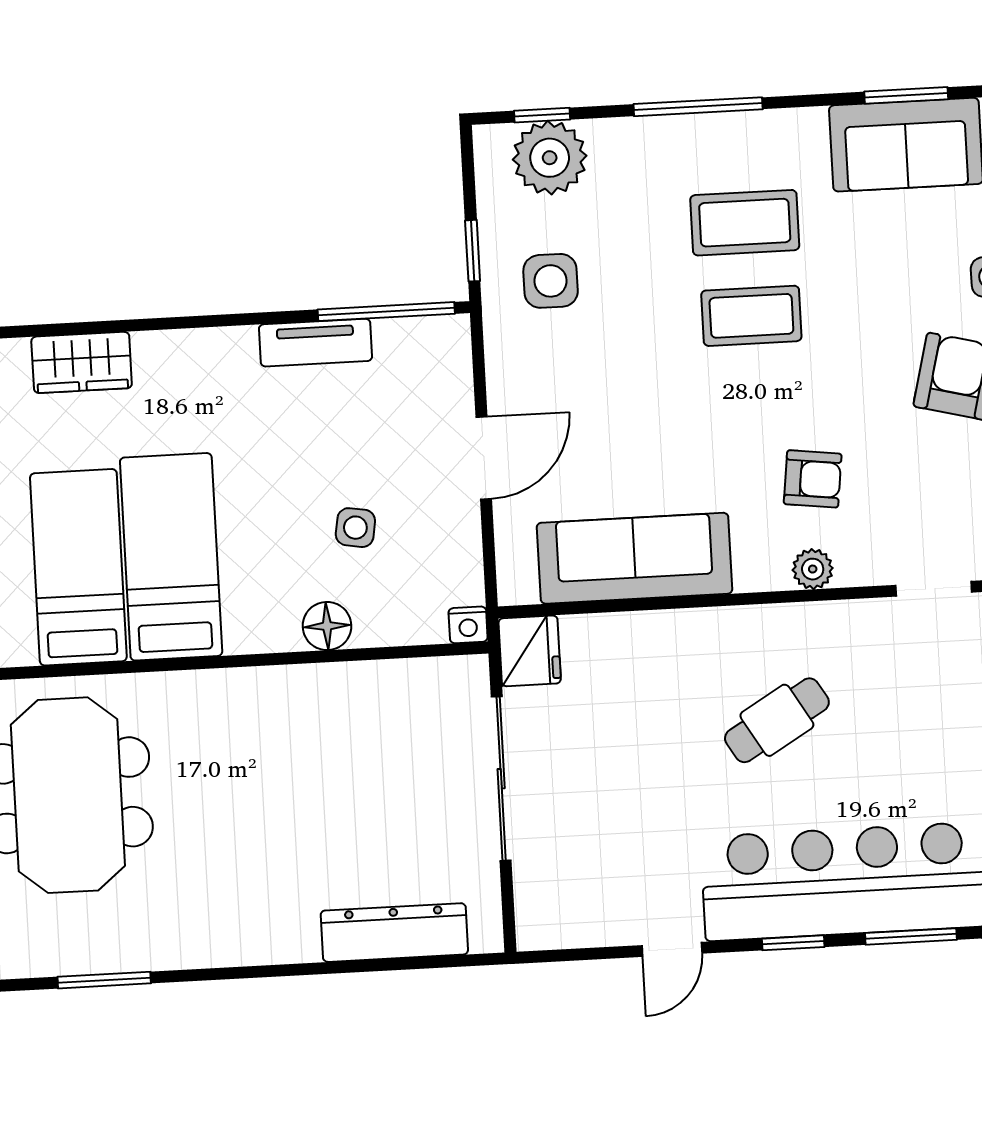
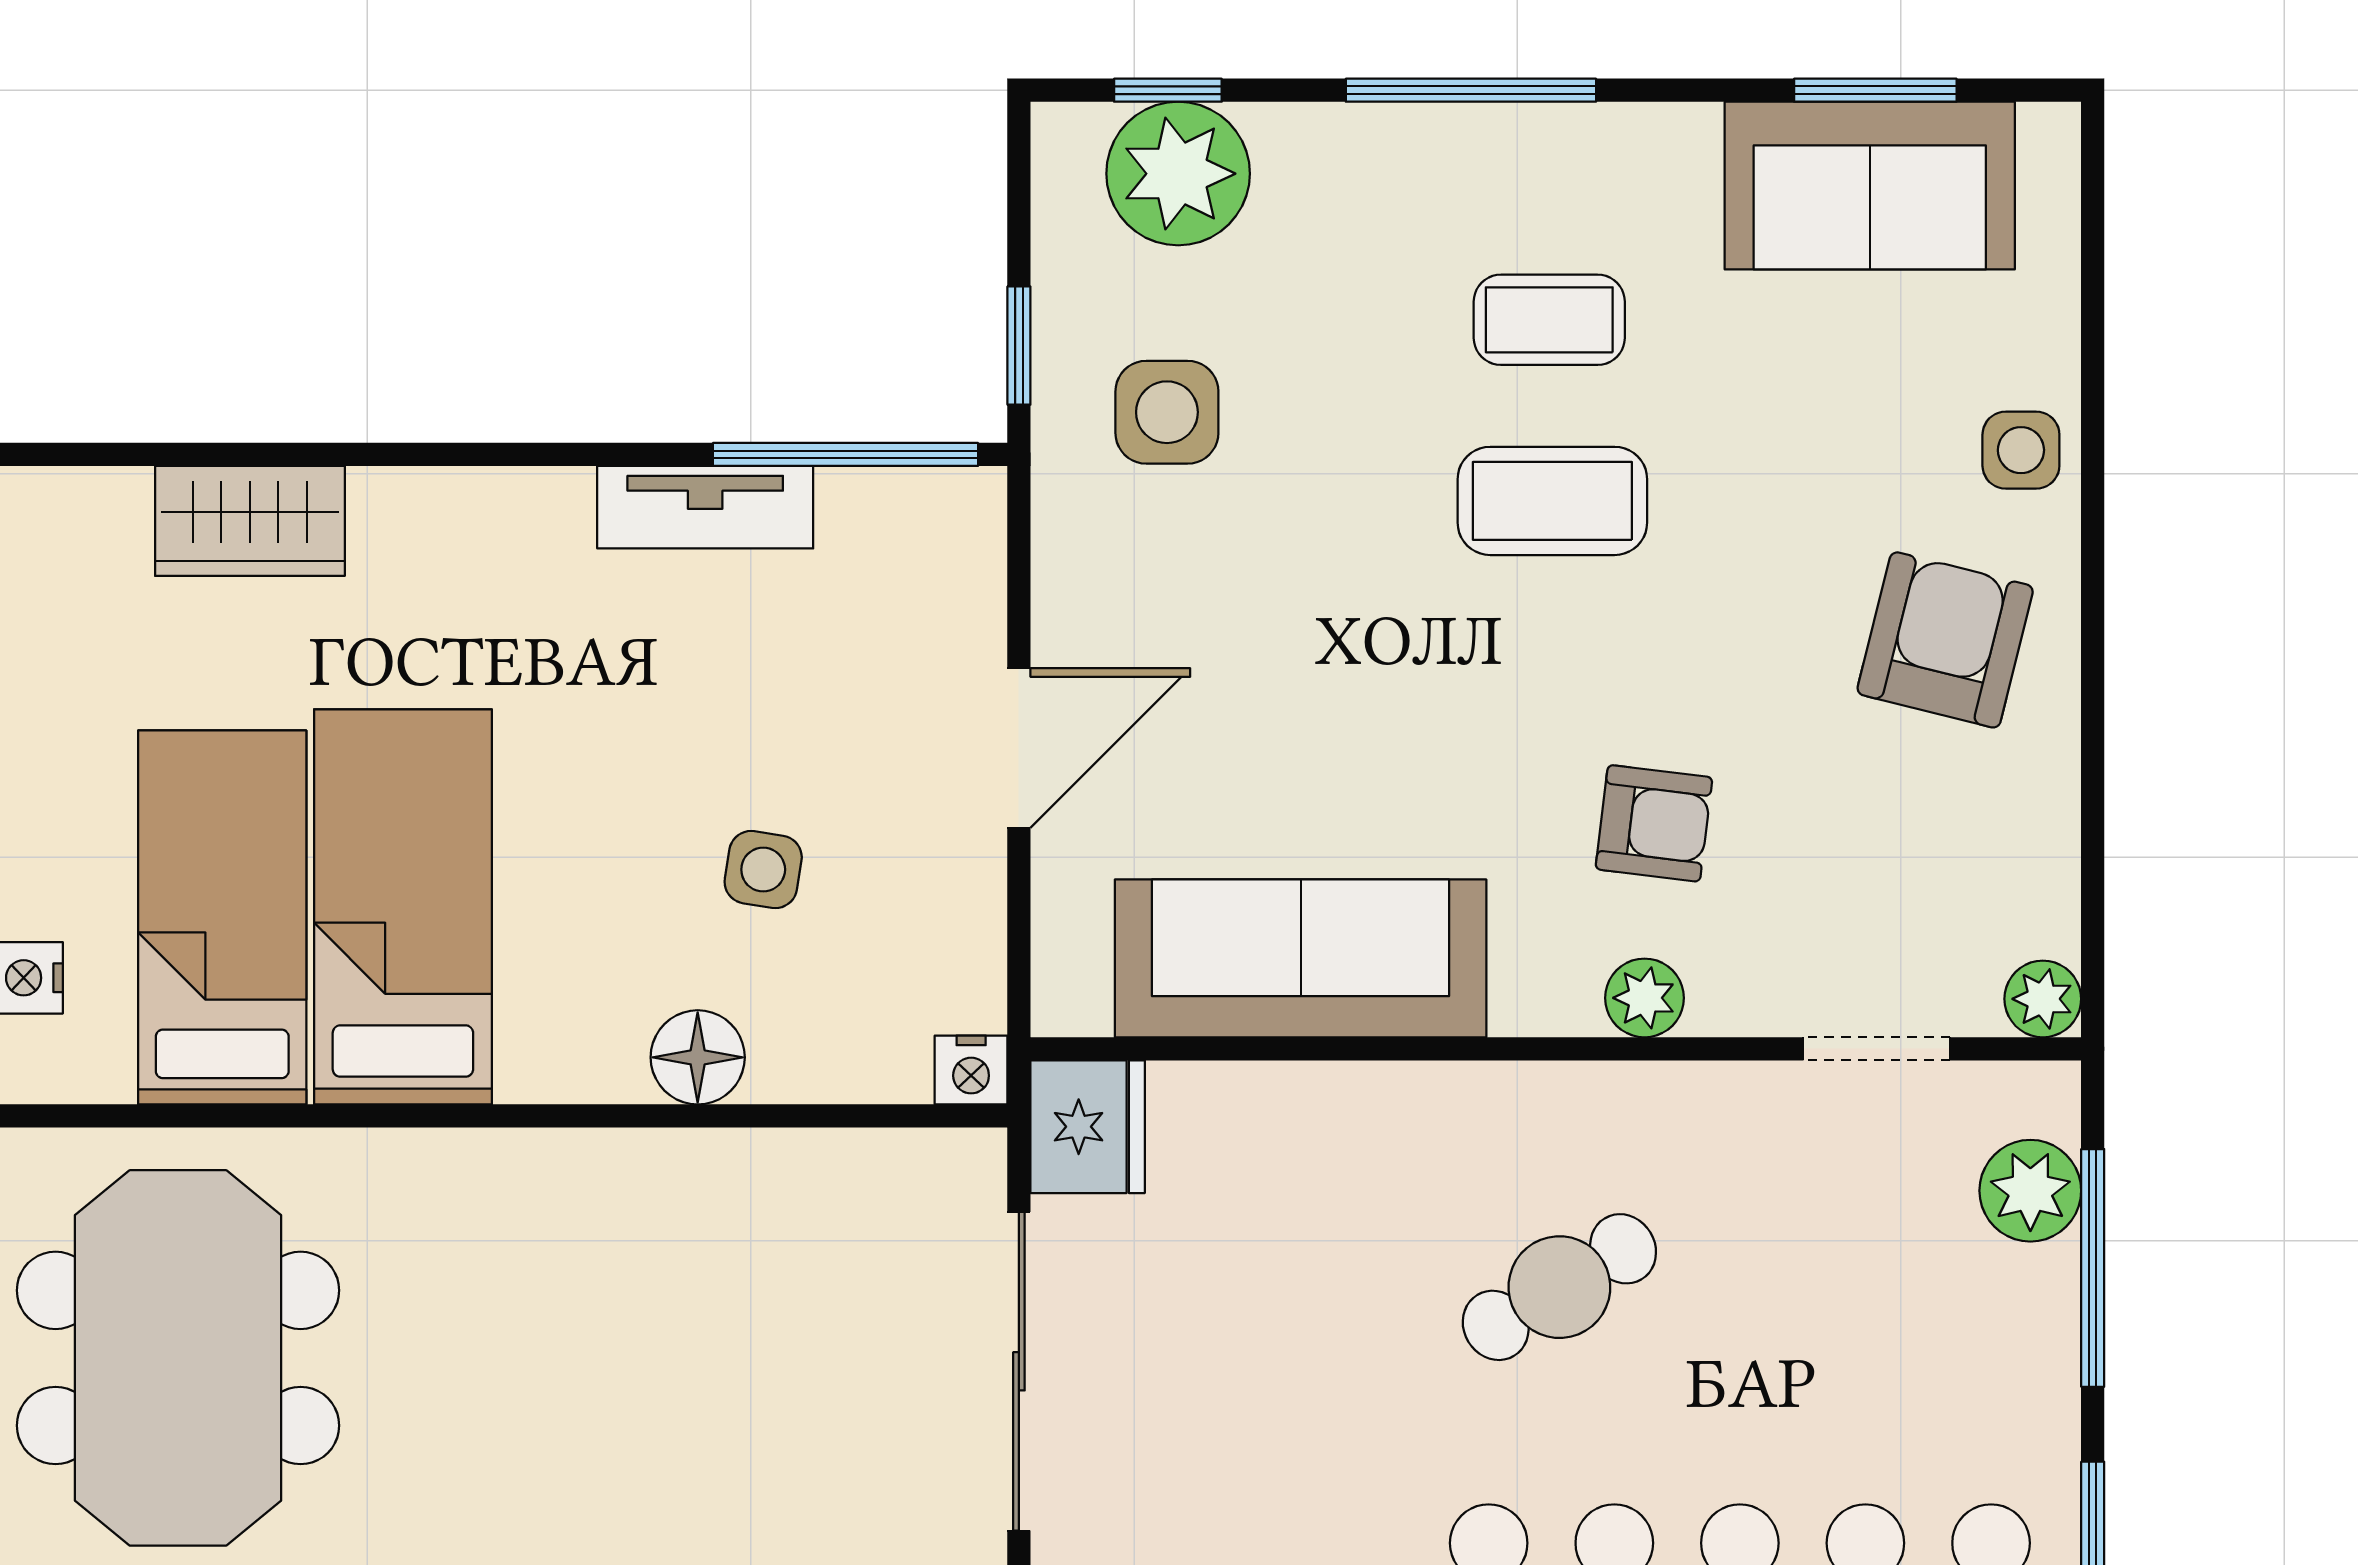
coffee table: (745, 223) -> (1549, 320), width x0.73, depth x0.77

